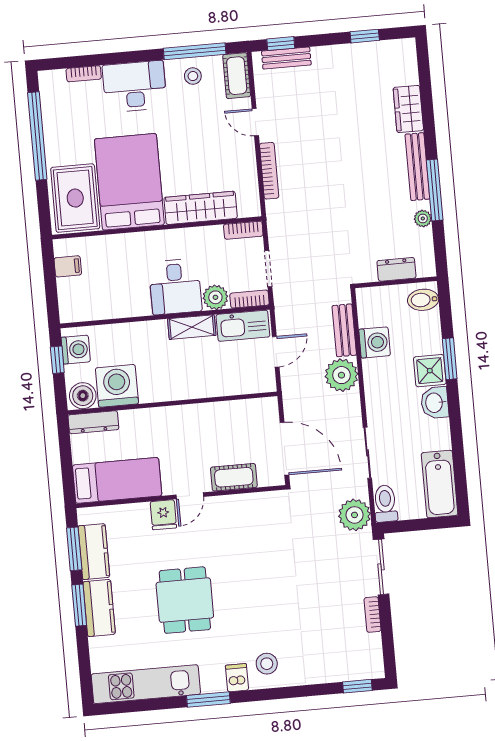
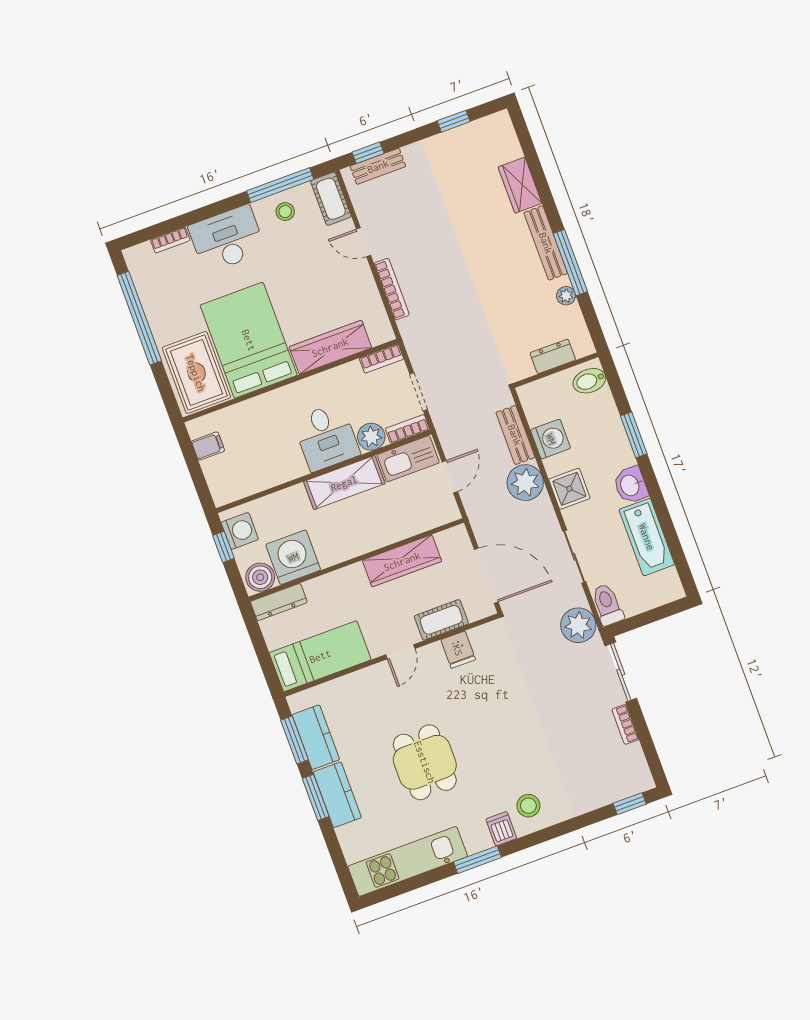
shelving: (192, 327) -> (344, 483), width x1.50, depth x1.33
shower: (430, 371) -> (569, 489), moved
wardrobe: (213, 415) -> (402, 561), added
bathtub: (440, 484) -> (647, 537), moved
fridge: (163, 515) -> (458, 650), moved

